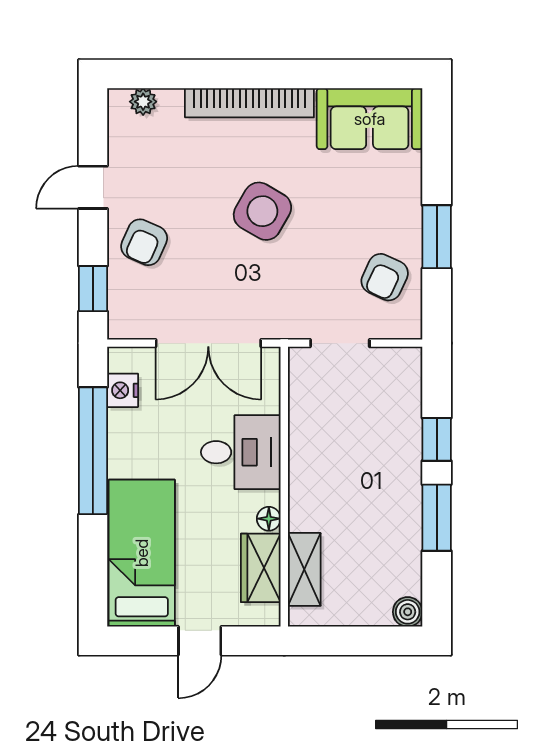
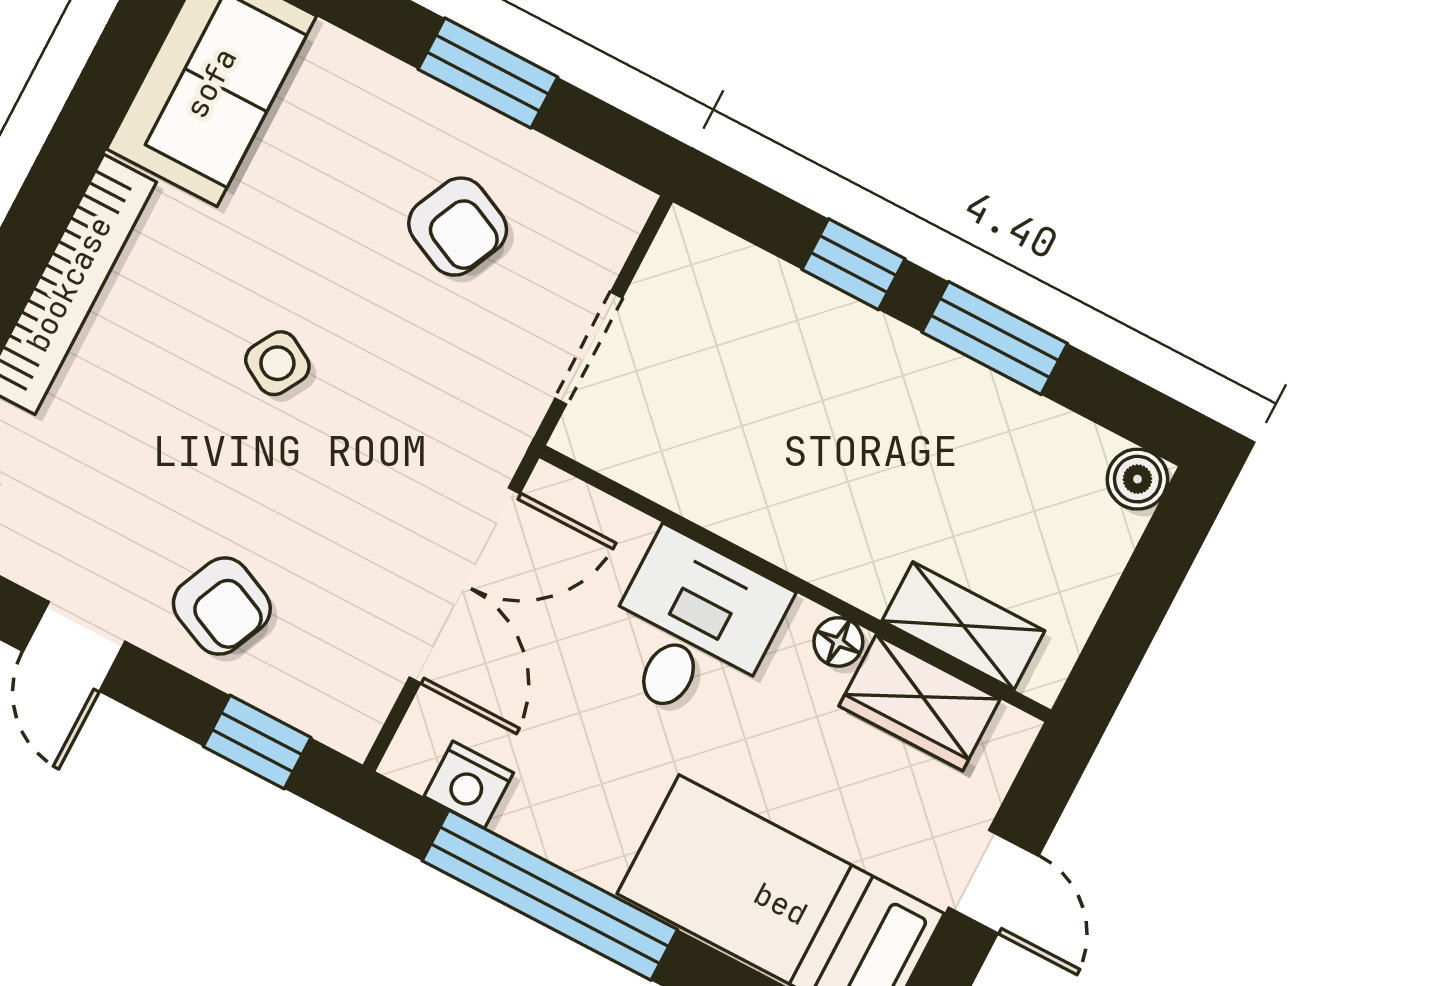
side table: (262, 211) -> (277, 363), width x0.54, depth x0.54
armchair: (385, 277) -> (458, 227), moved

